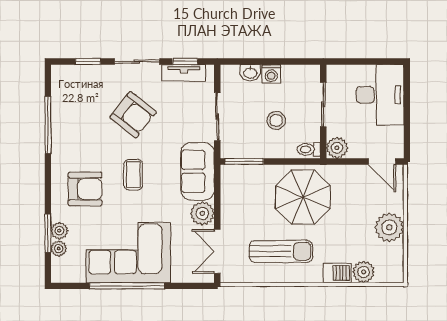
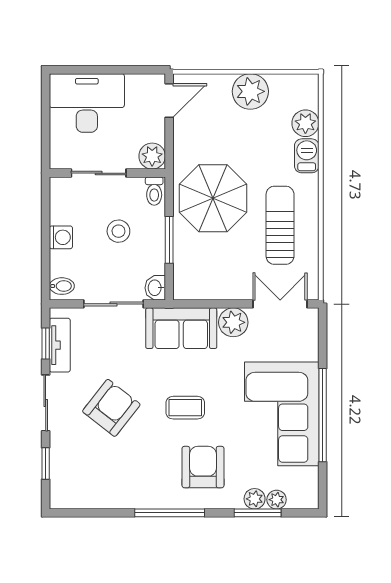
washbasin: (250, 73) -> (155, 288), moved, turned 180
bidet: (232, 75) -> (62, 286), added
window: (48, 125) -> (170, 513), moved
window: (244, 161) -> (169, 240), moved
double door: (217, 251) -> (280, 304), swing flipped

